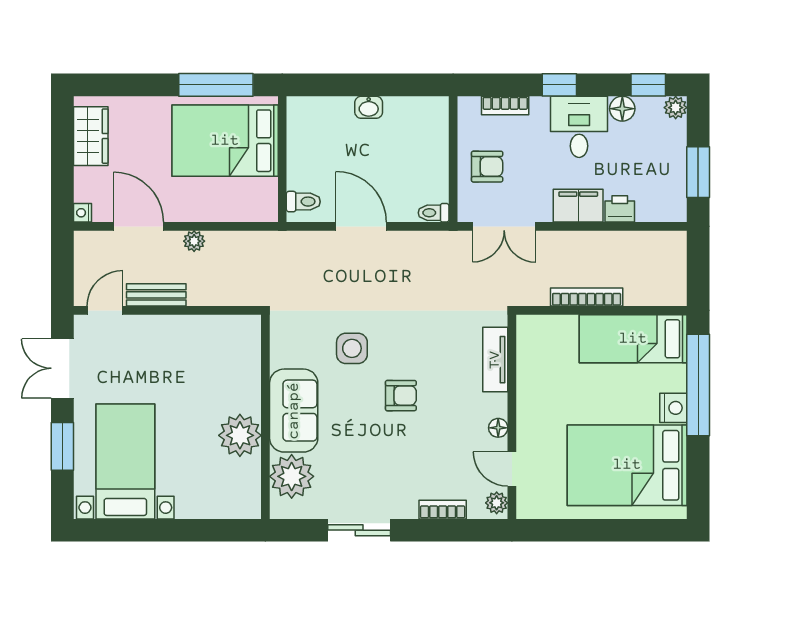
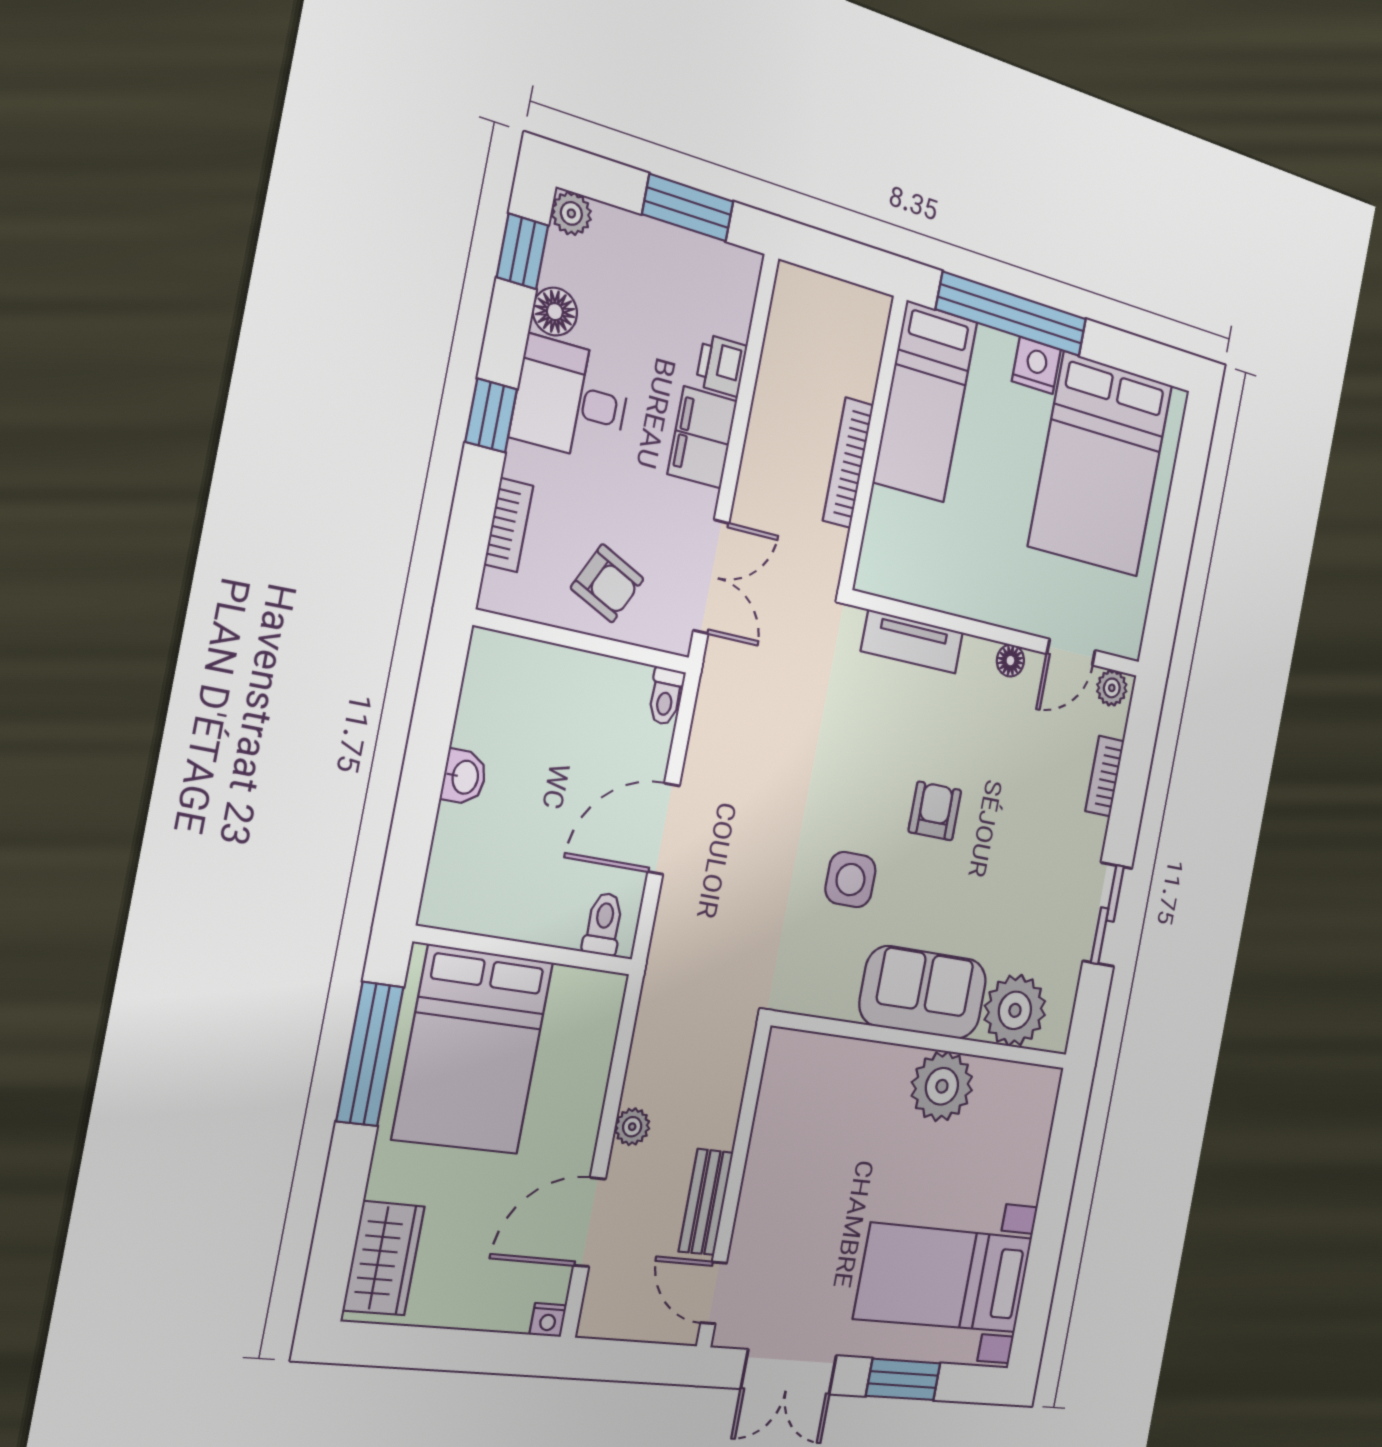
wardrobe: (91, 136) -> (384, 1258), moved, turned 90
armchair: (487, 167) -> (607, 583), turned 116

